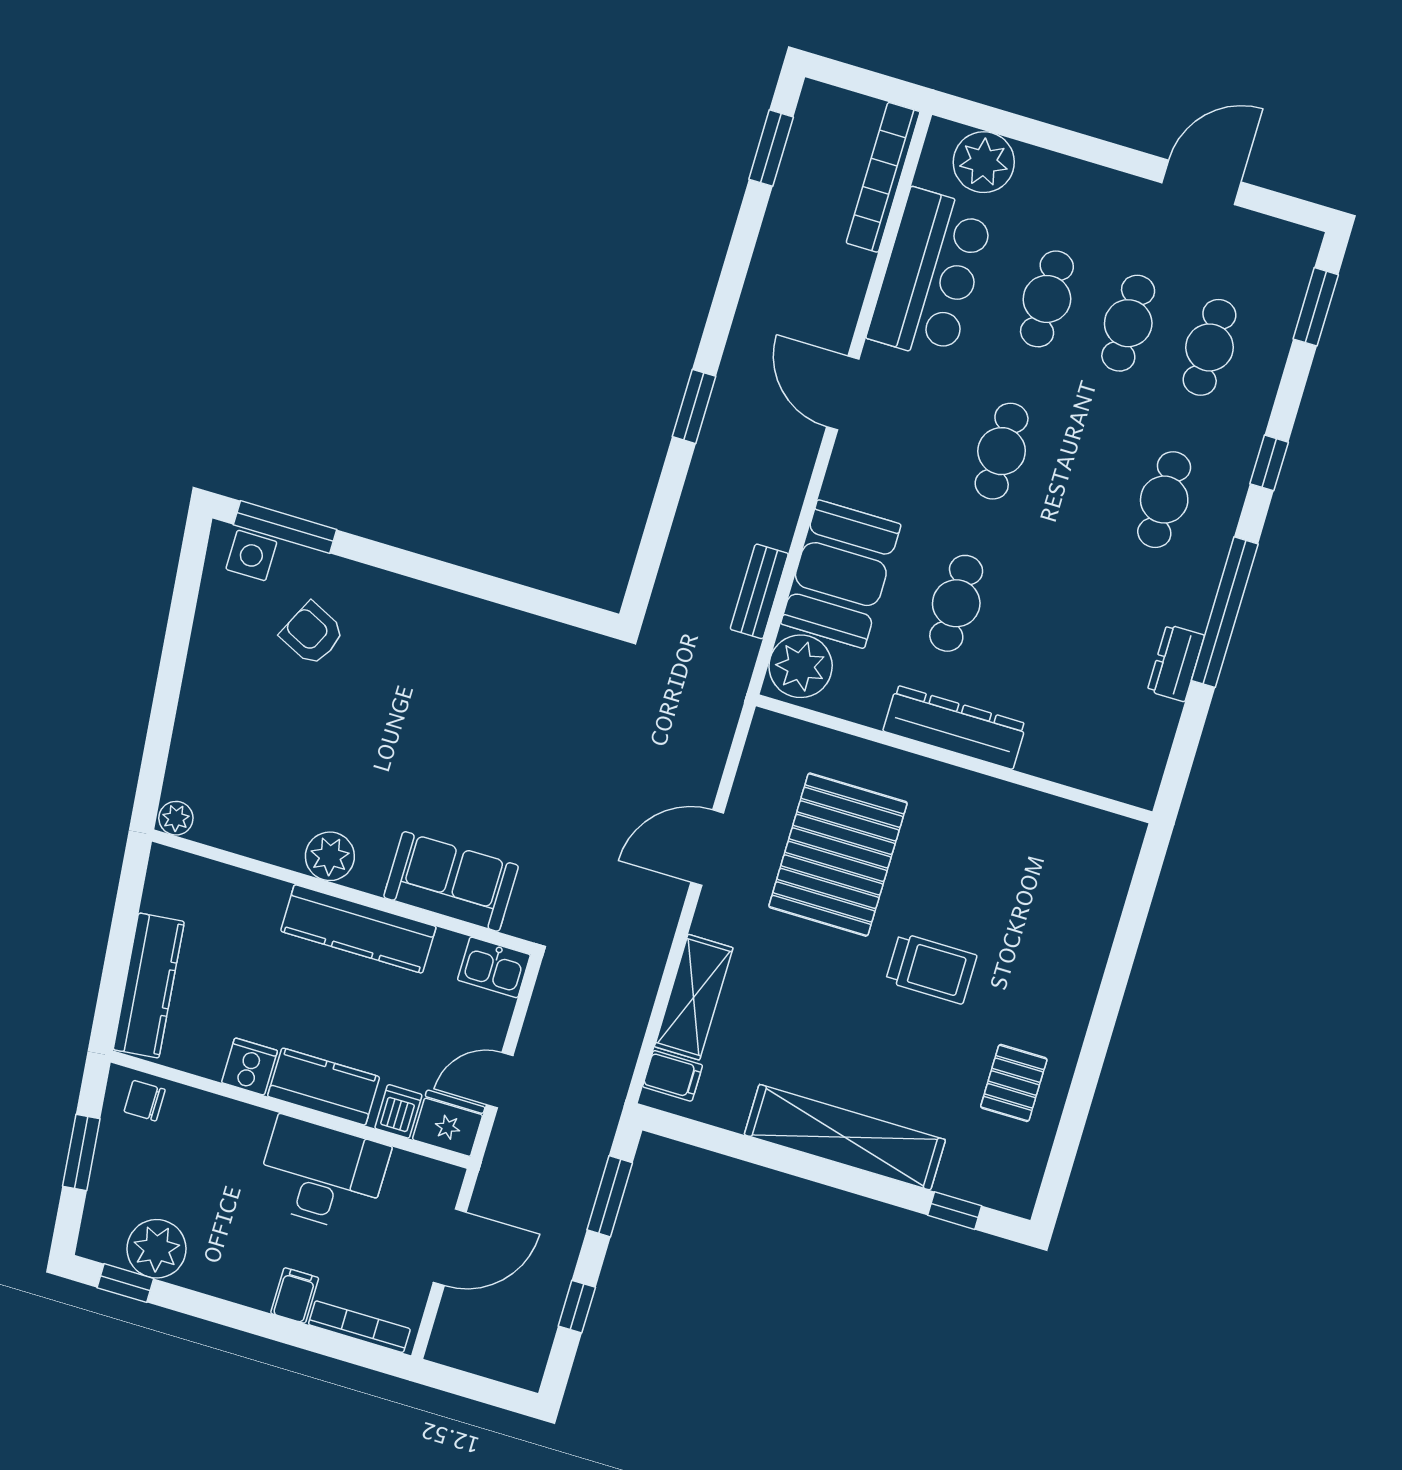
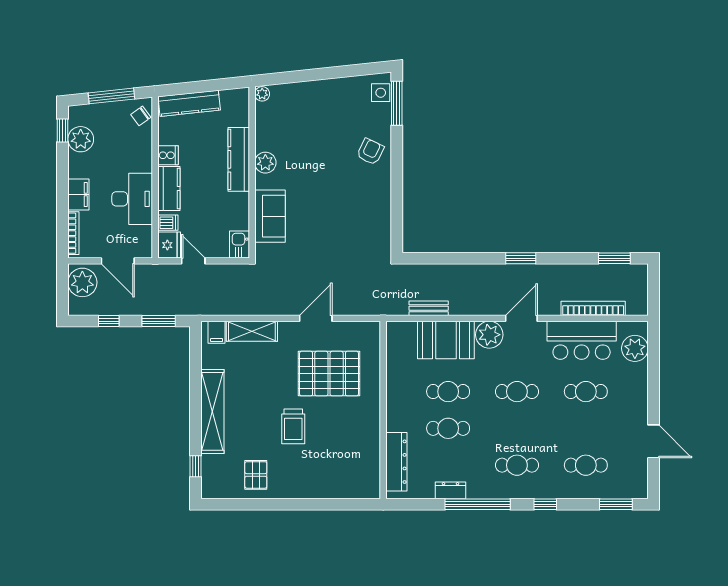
bookcase: (883, 177) -> (593, 308), moved
cafe table: (1128, 323) -> (448, 428), moved
window: (694, 406) -> (521, 258), moved
armchair: (312, 634) -> (370, 152), moved
plant: (801, 666) -> (489, 335), moved
dresser: (955, 727) -> (396, 462), moved
door: (707, 848) -> (316, 318), hinge flipped
kitchen counter: (358, 929) -> (239, 159), moved
pallet: (1014, 1083) -> (256, 475), turned 90
chair: (145, 1101) -> (141, 116), turned -126
window: (81, 1152) -> (111, 96), width x1.44
filing cabinet: (295, 1295) -> (78, 195), width x2.00
plant: (474, 1340) -> (82, 282), added

